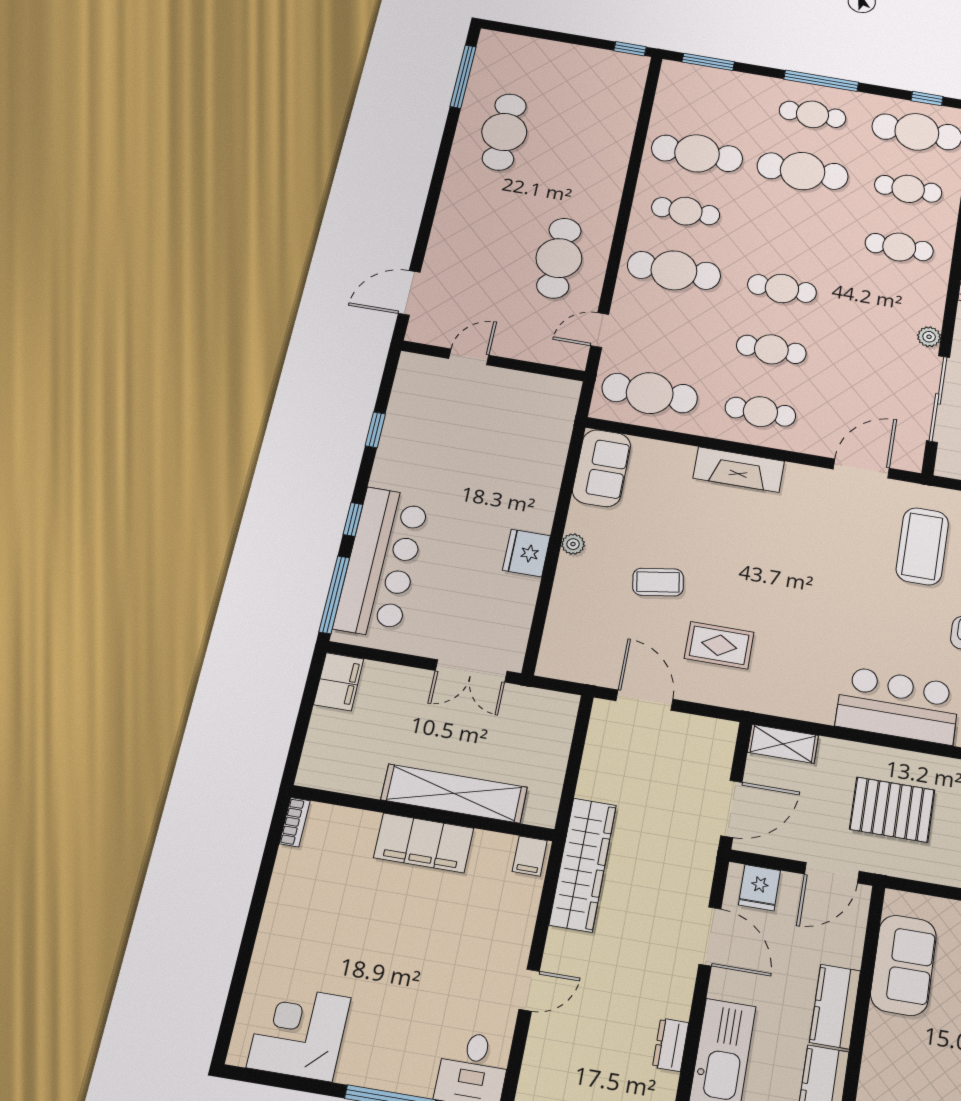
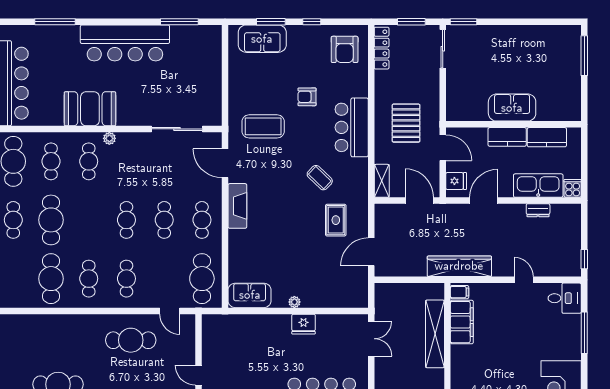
cafe table: (674, 270) -> (126, 279), width x0.73, depth x0.74
plant: (929, 337) -> (109, 138), moved
fireplace: (739, 470) -> (237, 206), moved
coffee table: (658, 582) -> (320, 178), moved, turned -37
filing cabinet: (424, 843) -> (462, 322), moved
sofa: (903, 965) -> (512, 108), moved

